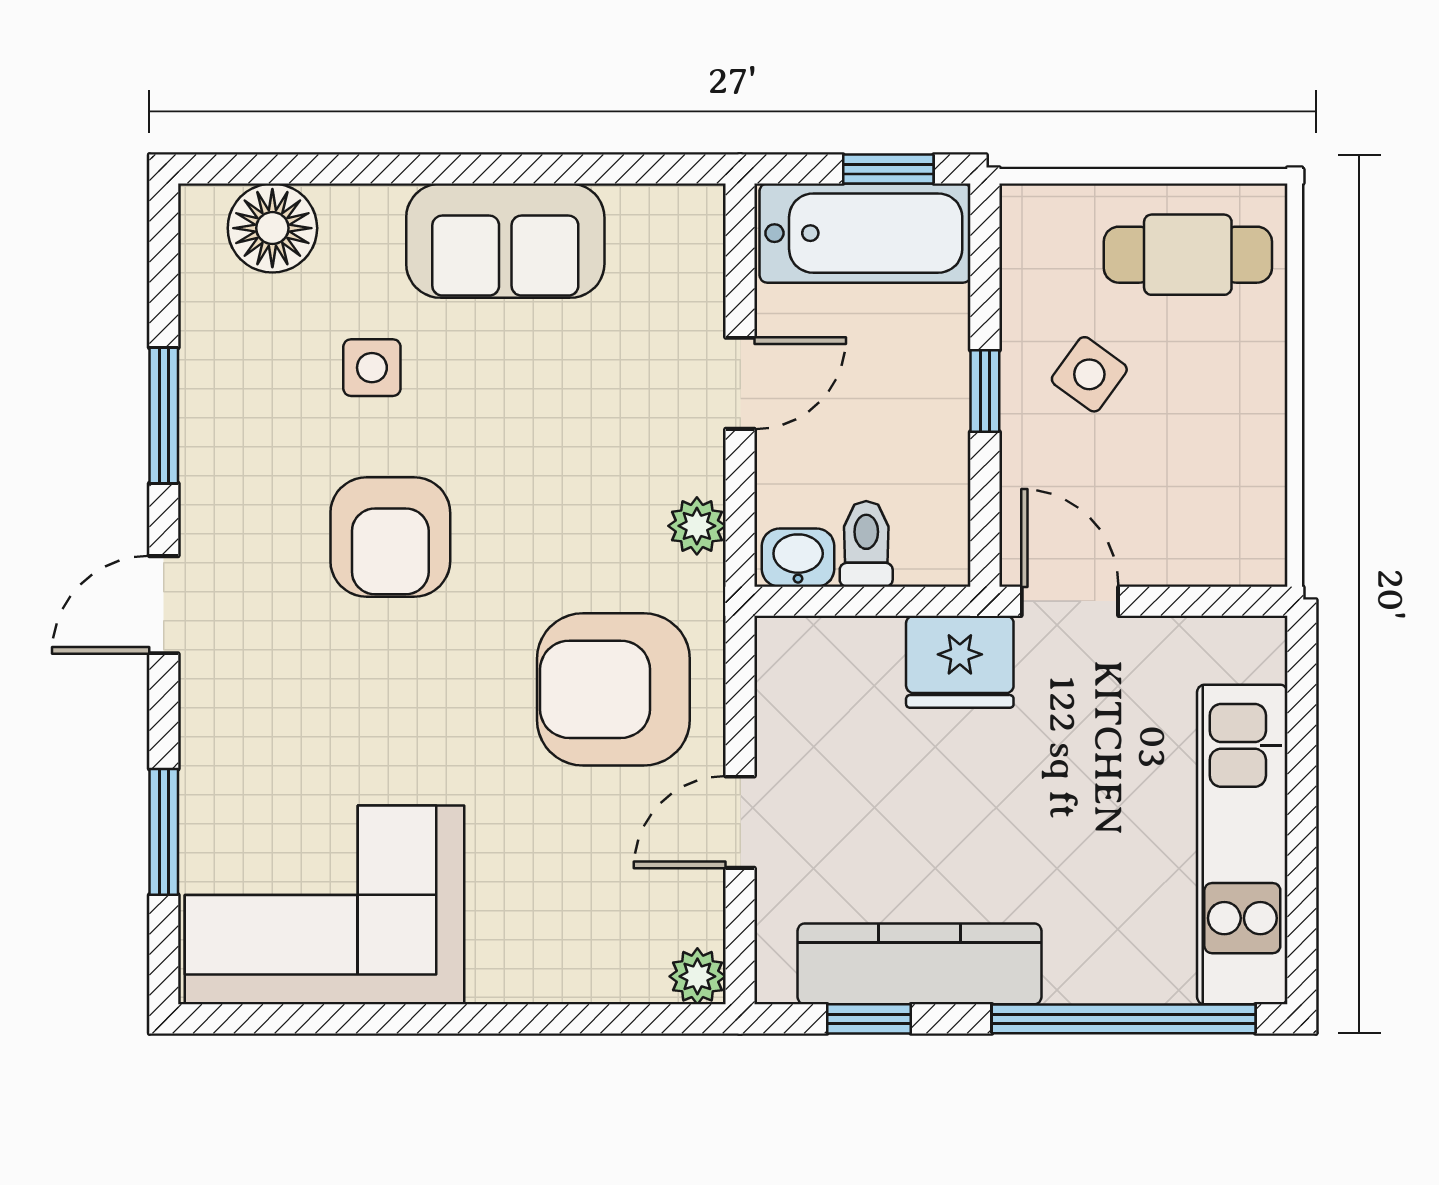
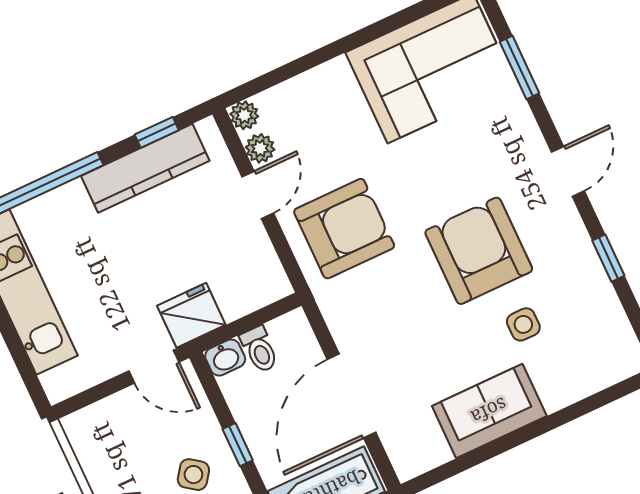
floor lamp: (272, 228) -> (599, 367), removed
door: (740, 383) -> (351, 396), width x1.88
window: (164, 415) -> (608, 258), width x0.67
plant: (697, 526) -> (260, 148), moved
armchair: (390, 537) -> (479, 251), width x1.36, depth x1.36
washbasin: (798, 558) -> (225, 358), moved

